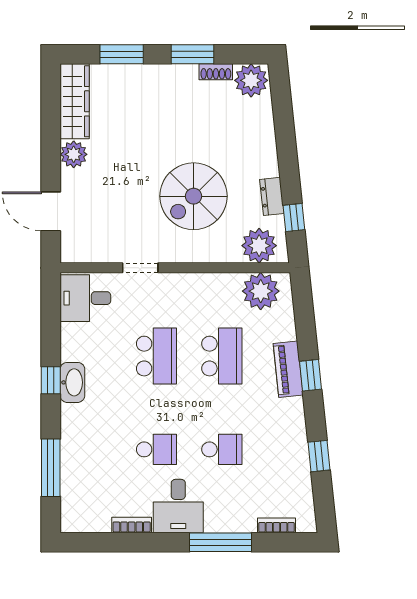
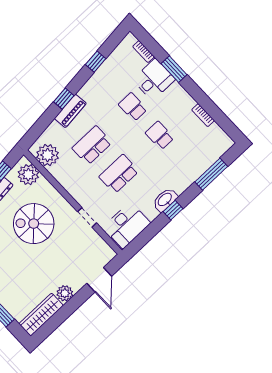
spiral stairs: (194, 196) -> (34, 224), turned 180
desk: (85, 298) -> (127, 225), width x1.37
desk: (178, 506) -> (154, 80), moved
window: (220, 542) -> (174, 69), width x0.69

